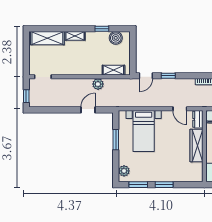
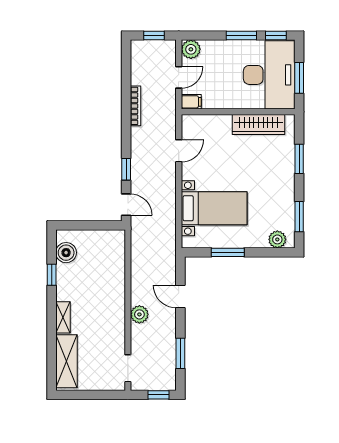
shelving: (113, 70) -> (117, 256), removed
plant: (98, 84) -> (139, 314), moved
window: (52, 110) -> (180, 353), added
dresser: (198, 119) -> (195, 122), removed
wardrobe: (196, 145) -> (258, 124), moved
window: (164, 185) -> (299, 159), moved

